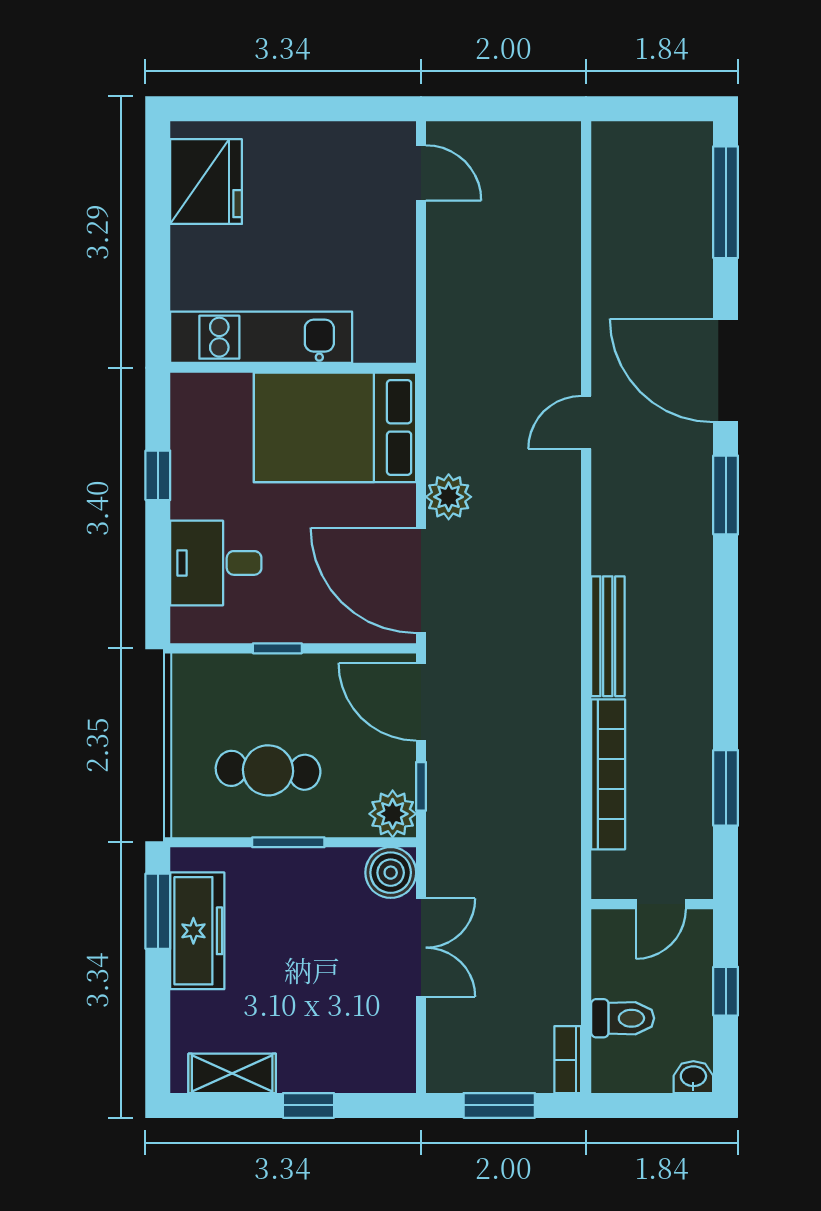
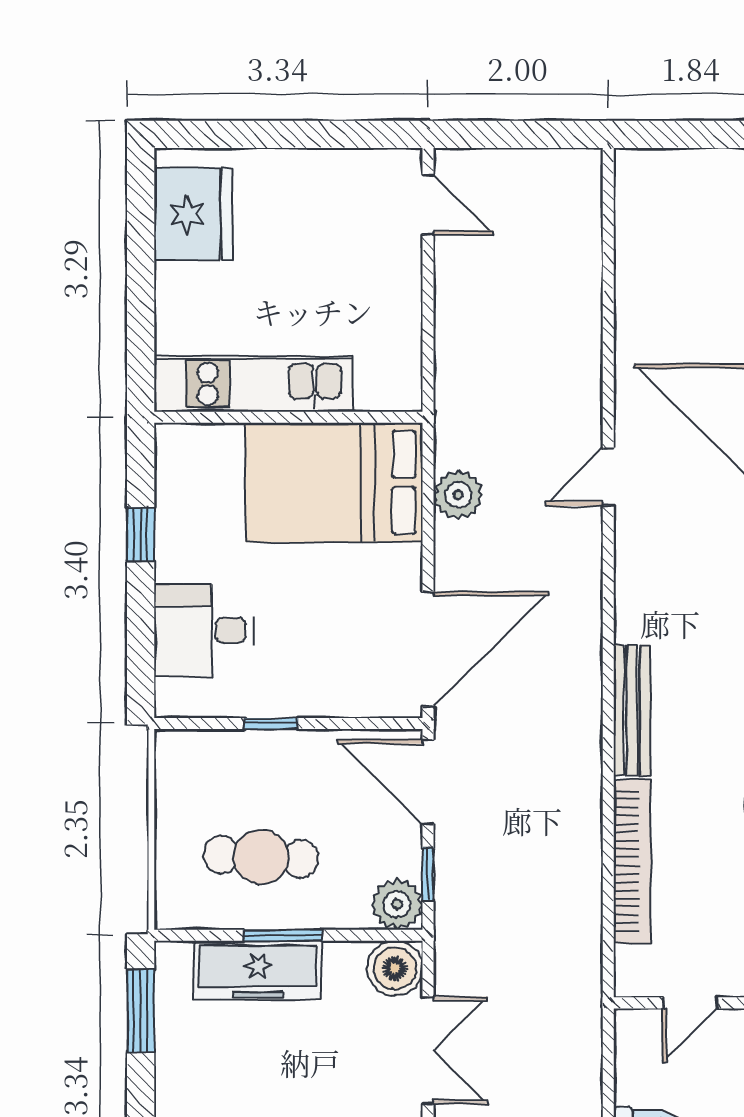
plant: (449, 497) -> (458, 495), moved
door: (421, 580) -> (428, 649), swing flipped
freezer: (197, 931) -> (258, 970), moved, turned 90

